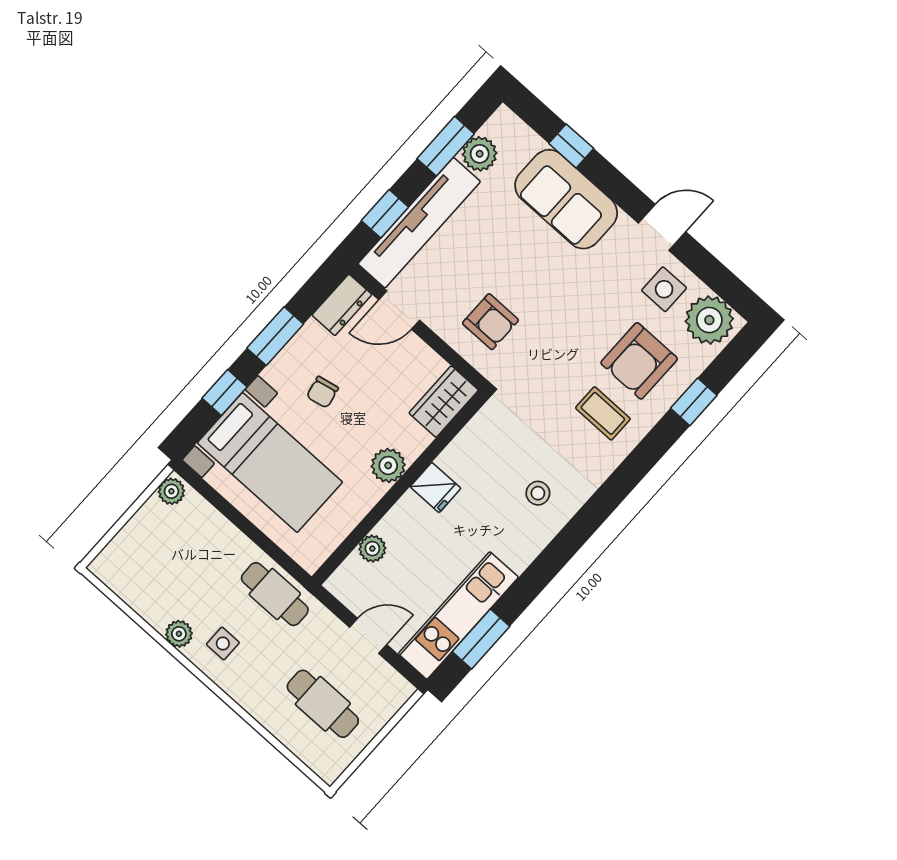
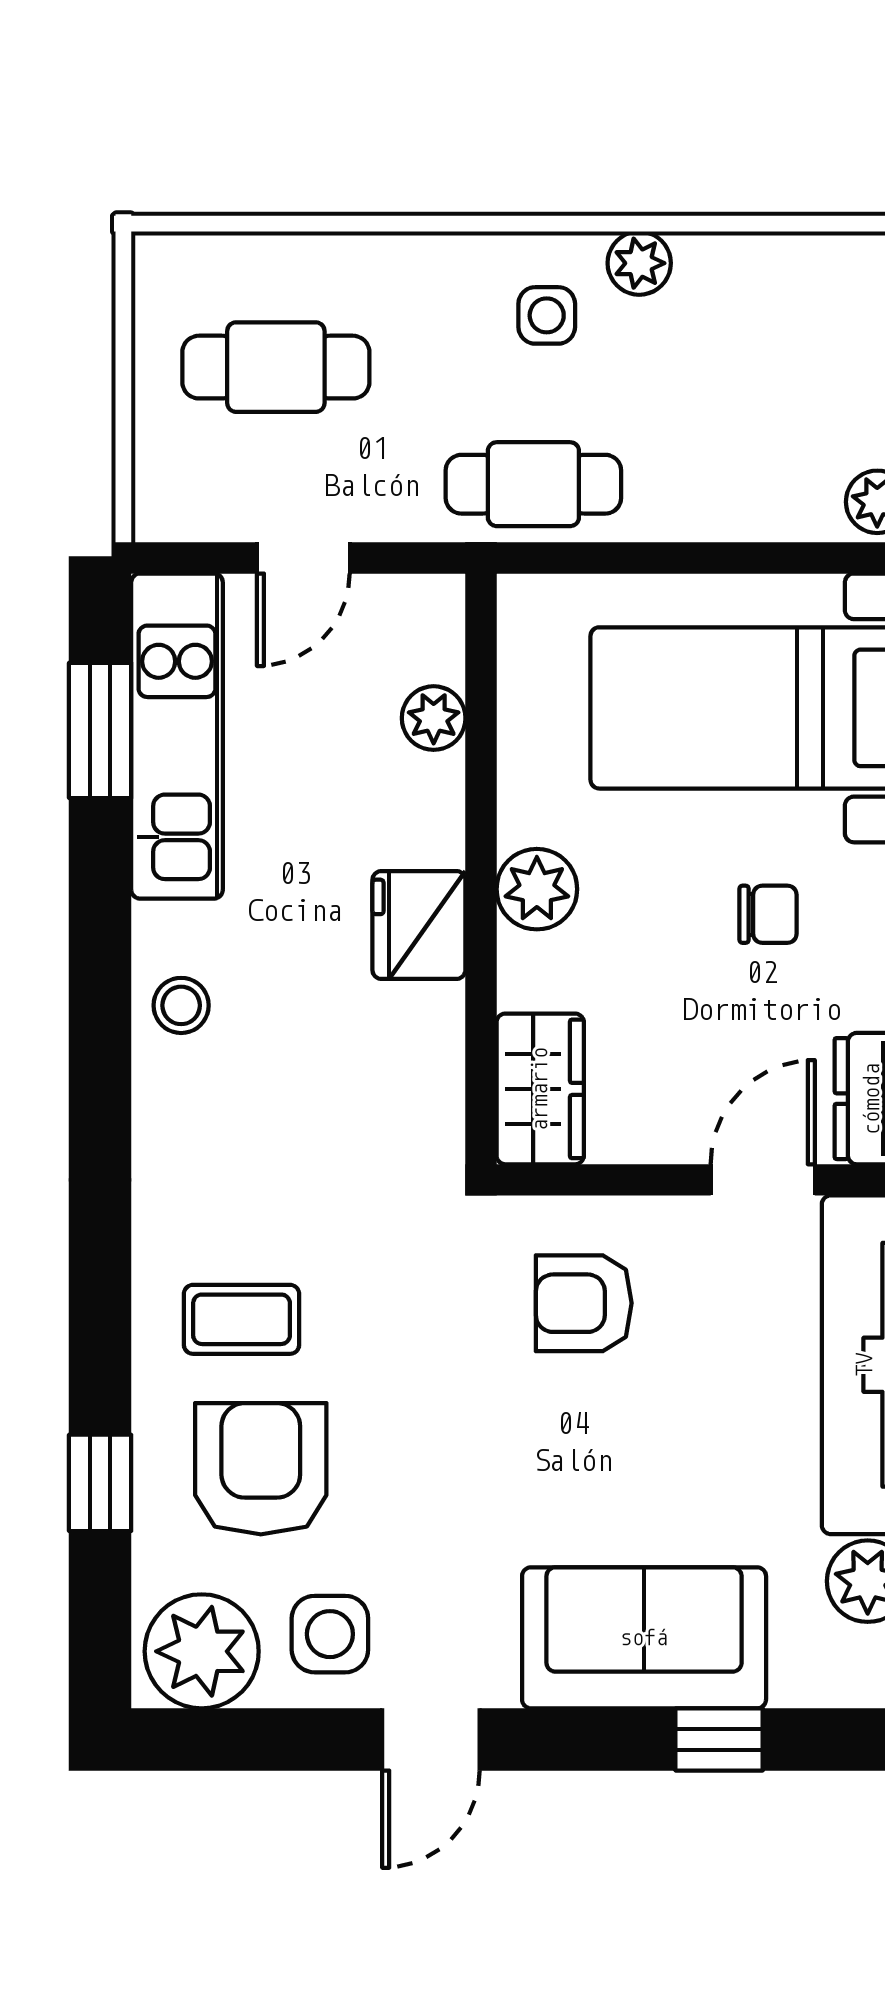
chair: (322, 392) -> (768, 914), turned 102
fridge: (435, 487) -> (419, 925), width x1.38
stool: (538, 493) -> (181, 1005), moved

